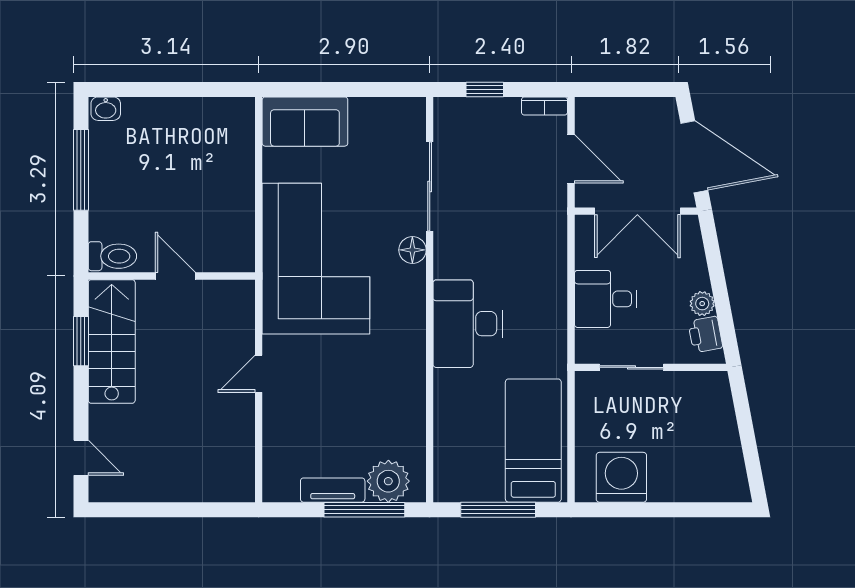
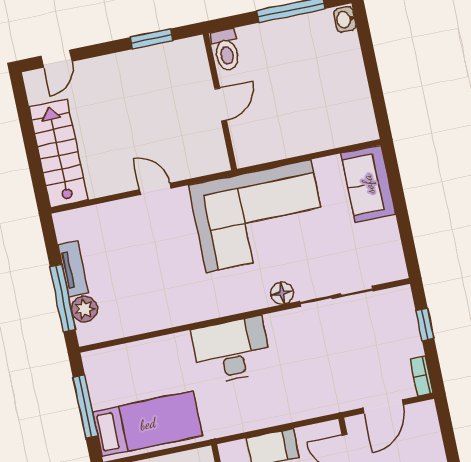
stairs: (112, 341) -> (59, 154), moved, turned -90
plant: (388, 481) -> (84, 309), width x0.73, depth x0.73

